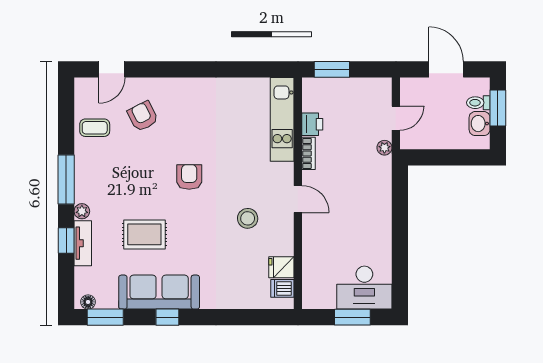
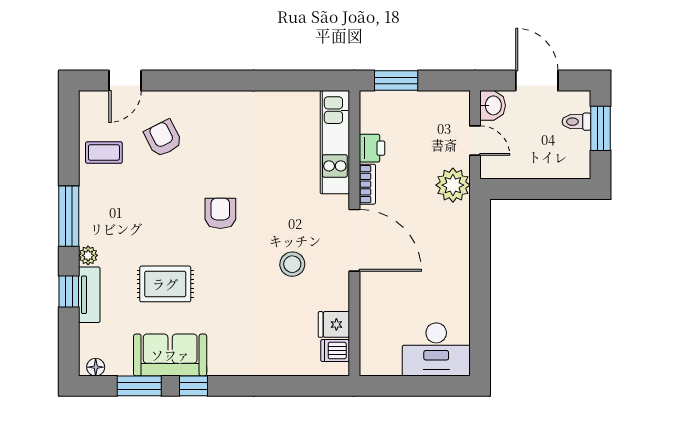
door: (396, 118) -> (475, 141), hinge flipped
washbasin: (480, 124) -> (493, 105), moved, turned 180
plant: (384, 148) -> (453, 185), width x1.88, depth x1.88
door: (298, 199) -> (354, 240), width x1.87
sofa: (159, 292) -> (170, 355), width x0.73
window: (105, 317) -> (139, 386), moved
window: (352, 317) -> (421, 386), removed

